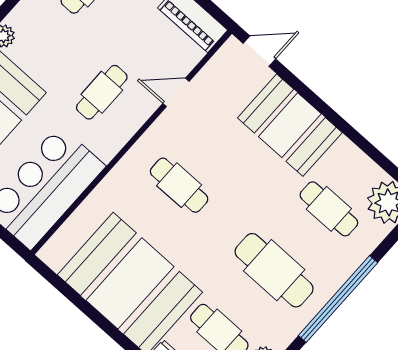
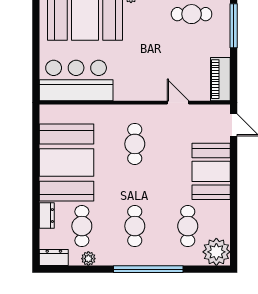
cafe table: (102, 92) -> (146, 67), removed
cafe table: (274, 270) -> (135, 226), width x0.73, depth x0.74

